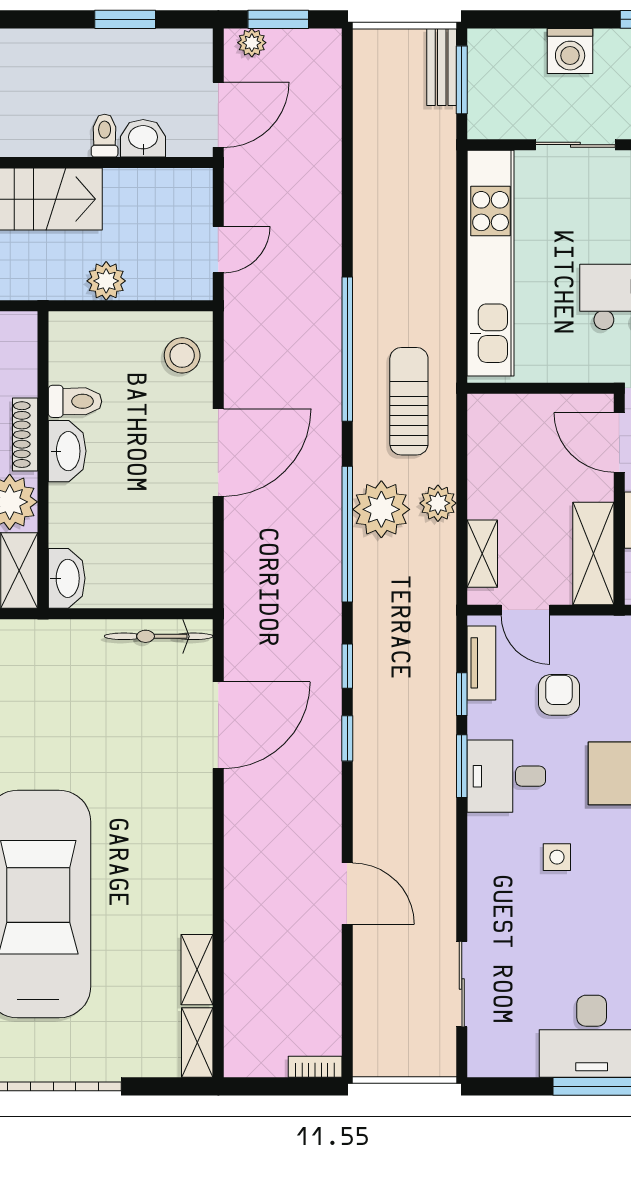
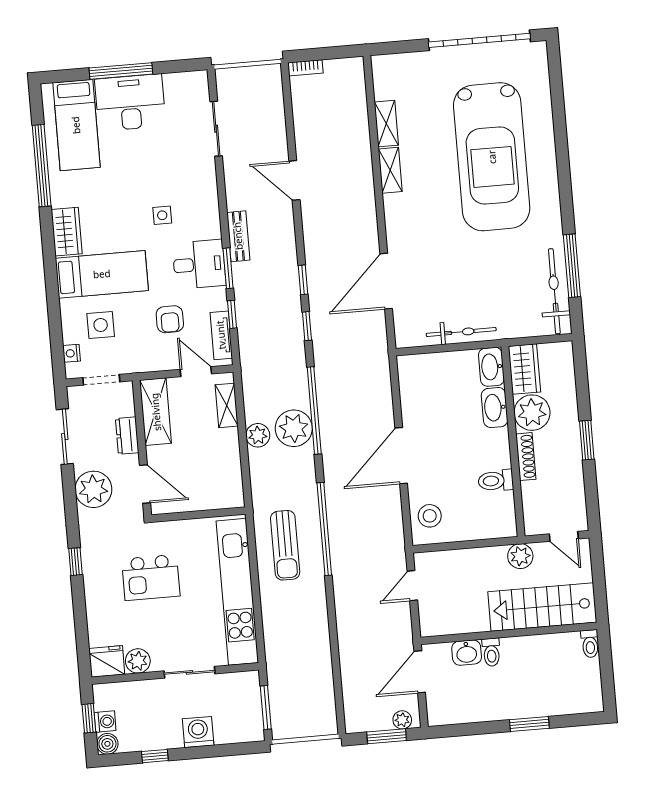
window: (125, 19) -> (529, 724), moved
bench: (442, 67) -> (238, 236), moved
plant: (106, 281) -> (520, 556), moved
sun lounger: (409, 401) -> (285, 545), moved
washbasin: (67, 451) -> (495, 408), moved
bicycle: (159, 636) -> (461, 332), moved
shelving: (197, 1043) -> (390, 170), moved

